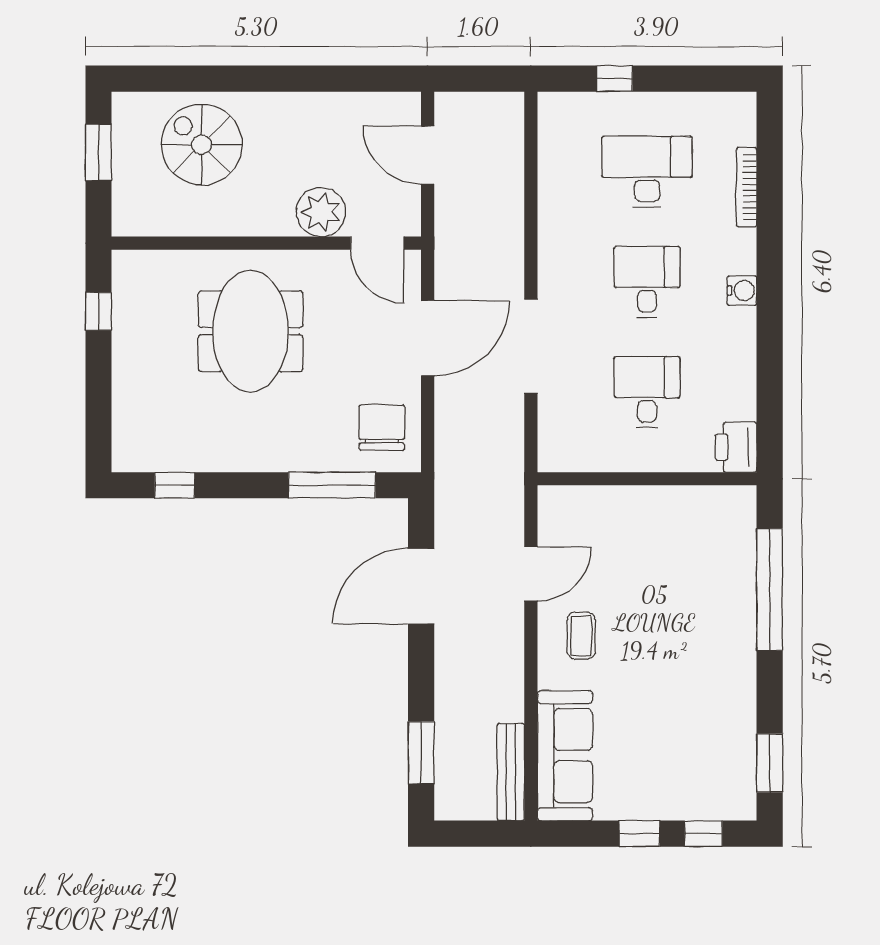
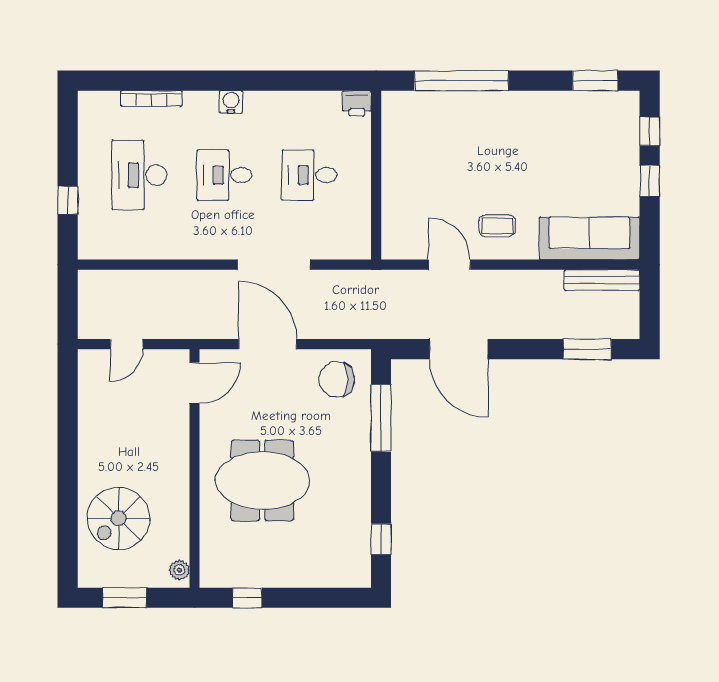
door: (428, 155) -> (126, 344), width x0.73
plant: (321, 212) -> (179, 570), moved, width x0.53, depth x0.53
printer: (736, 447) -> (357, 103), width x0.73, depth x0.81

